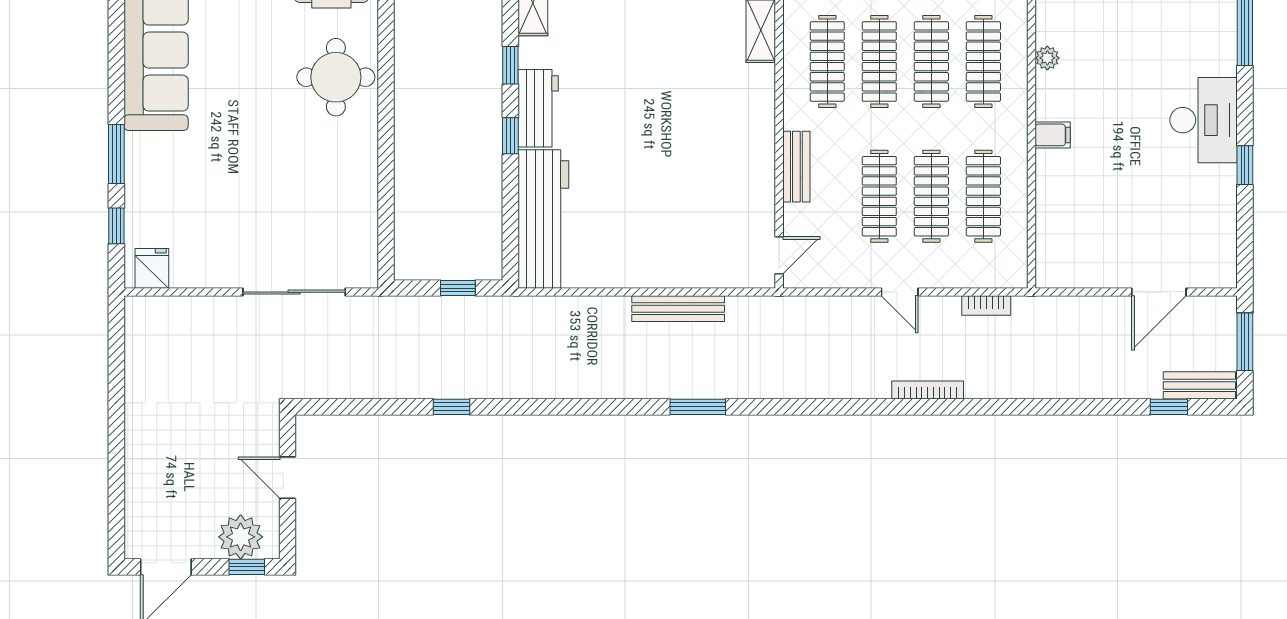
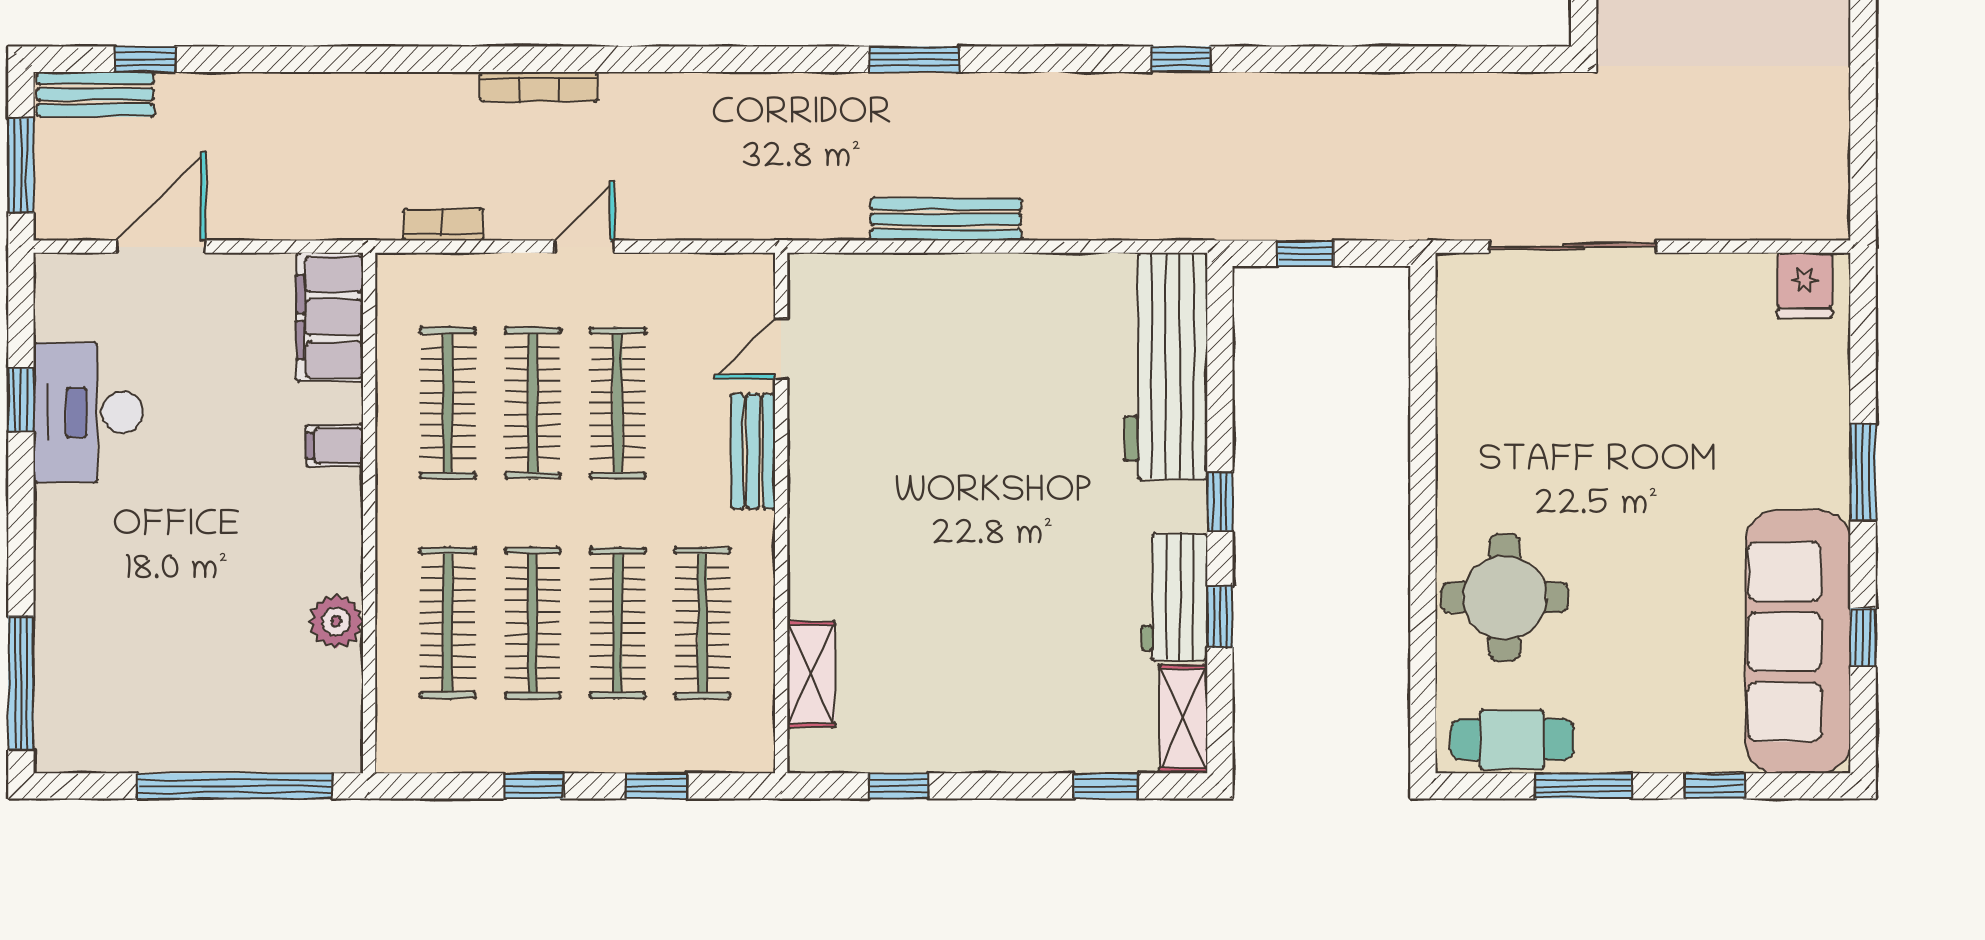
plant: (1047, 58) -> (336, 621), width x1.38, depth x1.38
workbench: (538, 108) -> (1175, 597), moved
desk: (1204, 120) -> (88, 412), moved
filing cabinet: (1053, 135) -> (335, 446), moved
window: (1245, 165) -> (21, 400), moved
window: (116, 226) -> (1863, 637), moved
filing cabinet: (1056, 249) -> (330, 317), added
door: (779, 255) -> (781, 349), moved
door: (900, 292) -> (584, 247), hinge flipped
window: (452, 407) -> (1181, 59), moved

